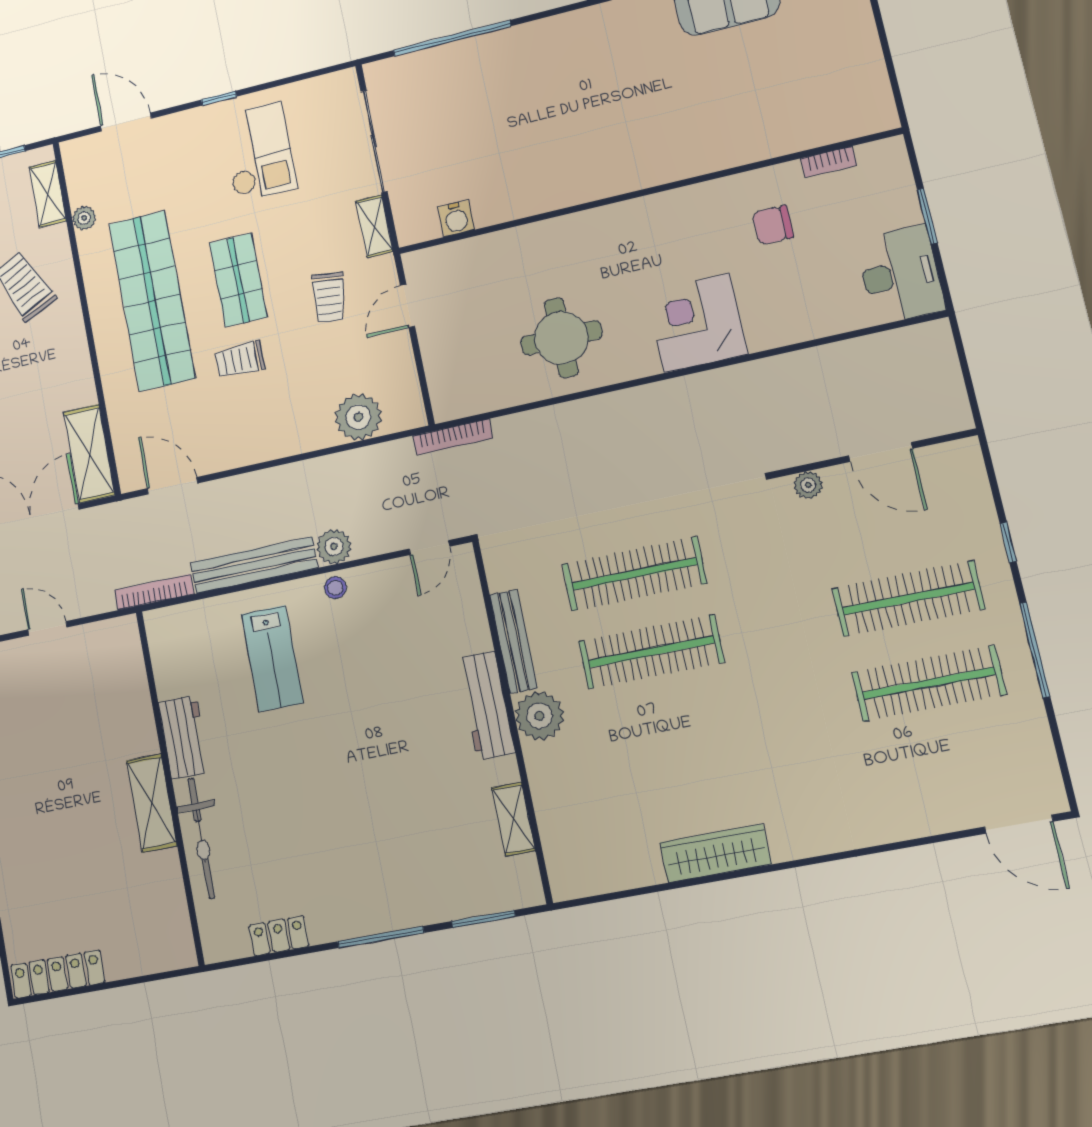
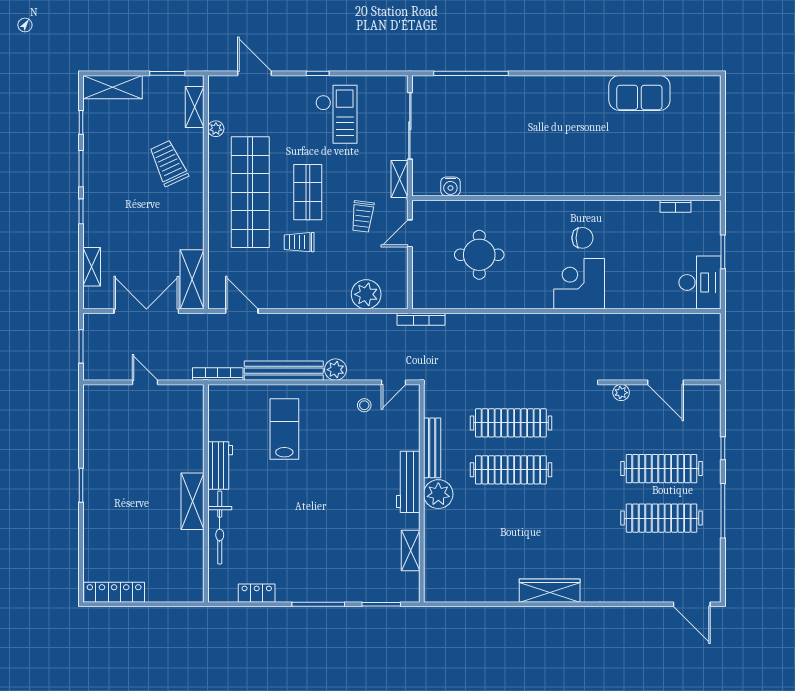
chair: (773, 225) -> (582, 238), moved, turned 180
round table: (561, 338) -> (479, 255), moved
stool: (335, 588) -> (364, 405), moved
lab bench: (272, 659) -> (284, 429), turned 180
wardrobe: (715, 853) -> (550, 591), moved

